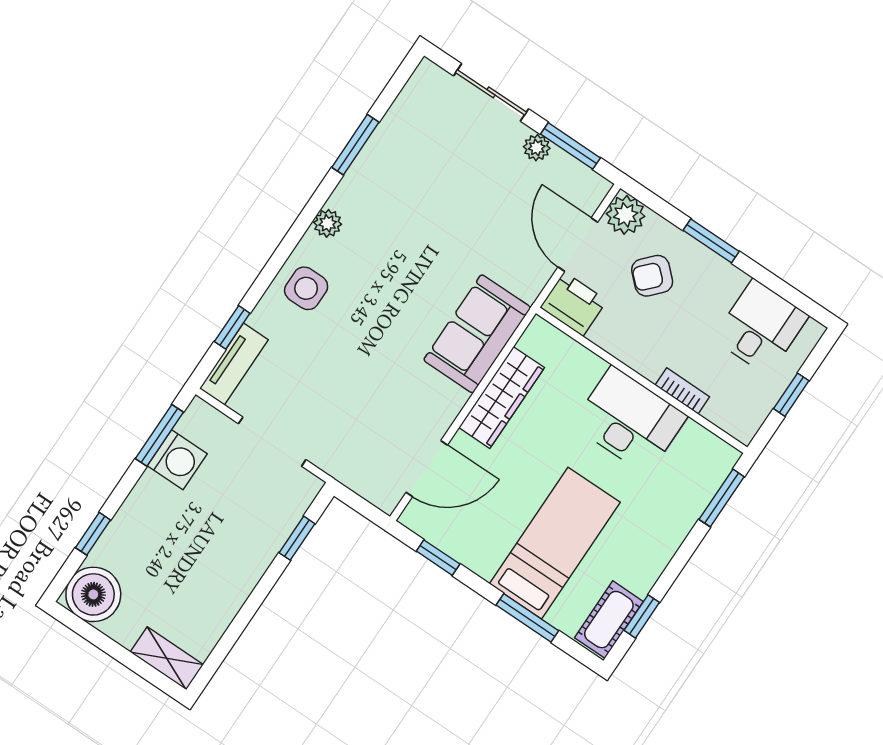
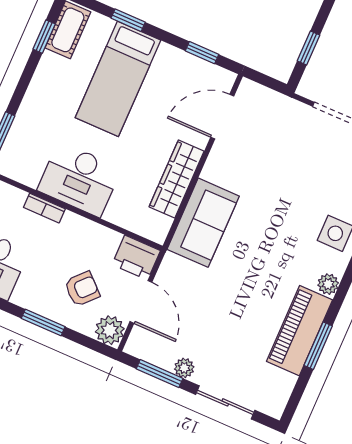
piano: (376, 169) -> (300, 331), added
window: (527, 618) -> (128, 20), width x0.67

